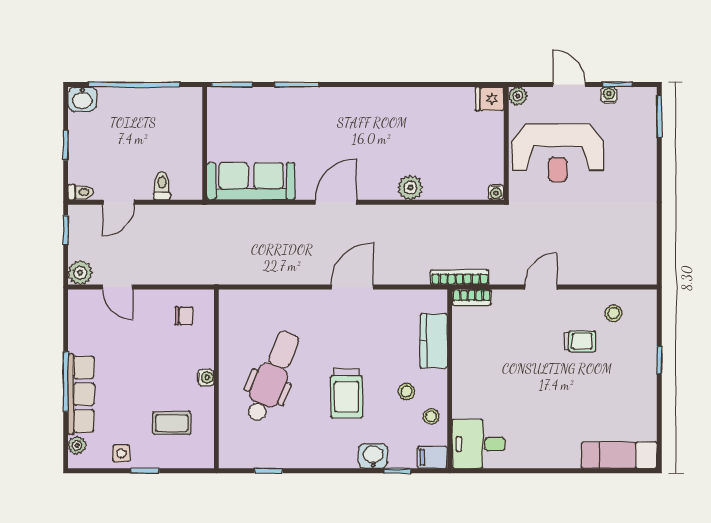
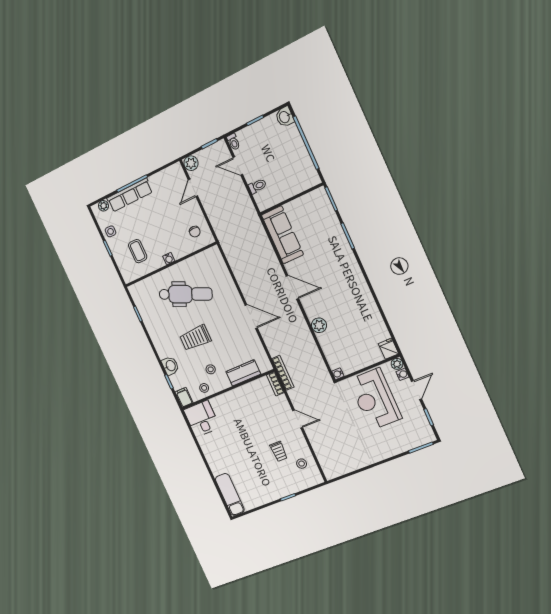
water cooler: (609, 95) -> (402, 374), moved

